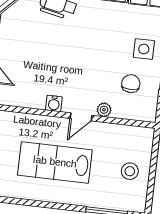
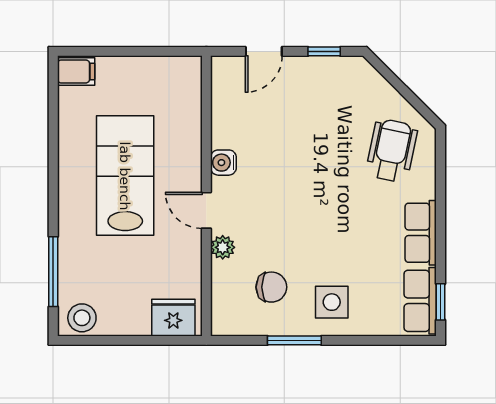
fridge: (142, 144) -> (173, 318), added
stool: (130, 171) -> (82, 318), moved

